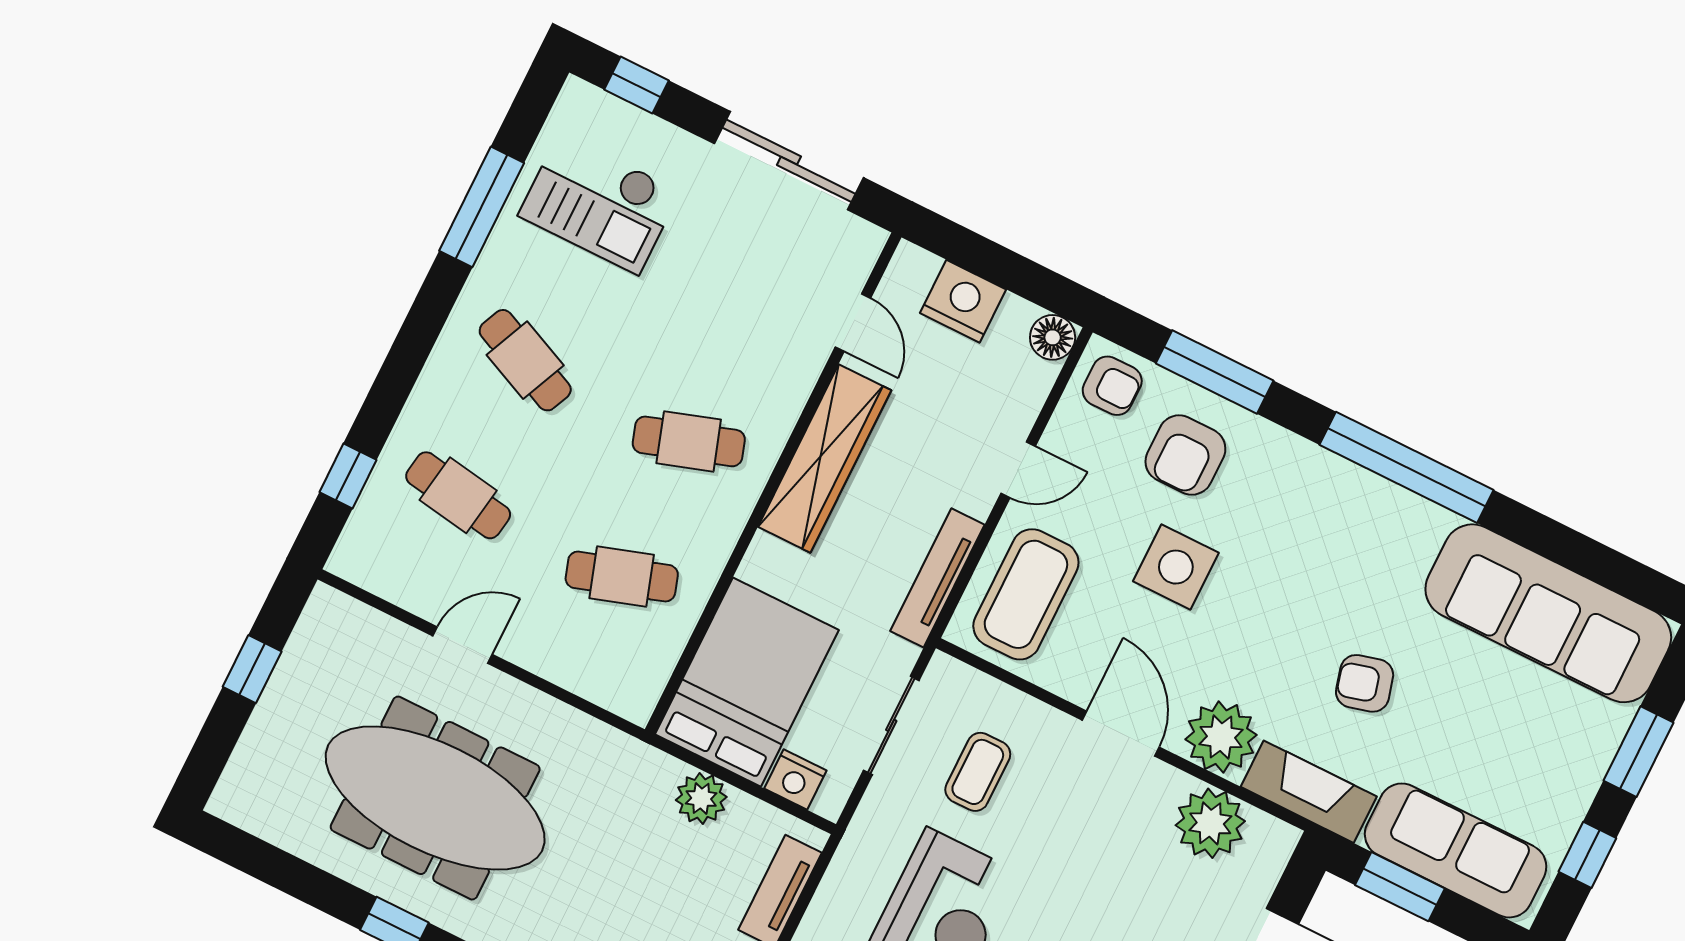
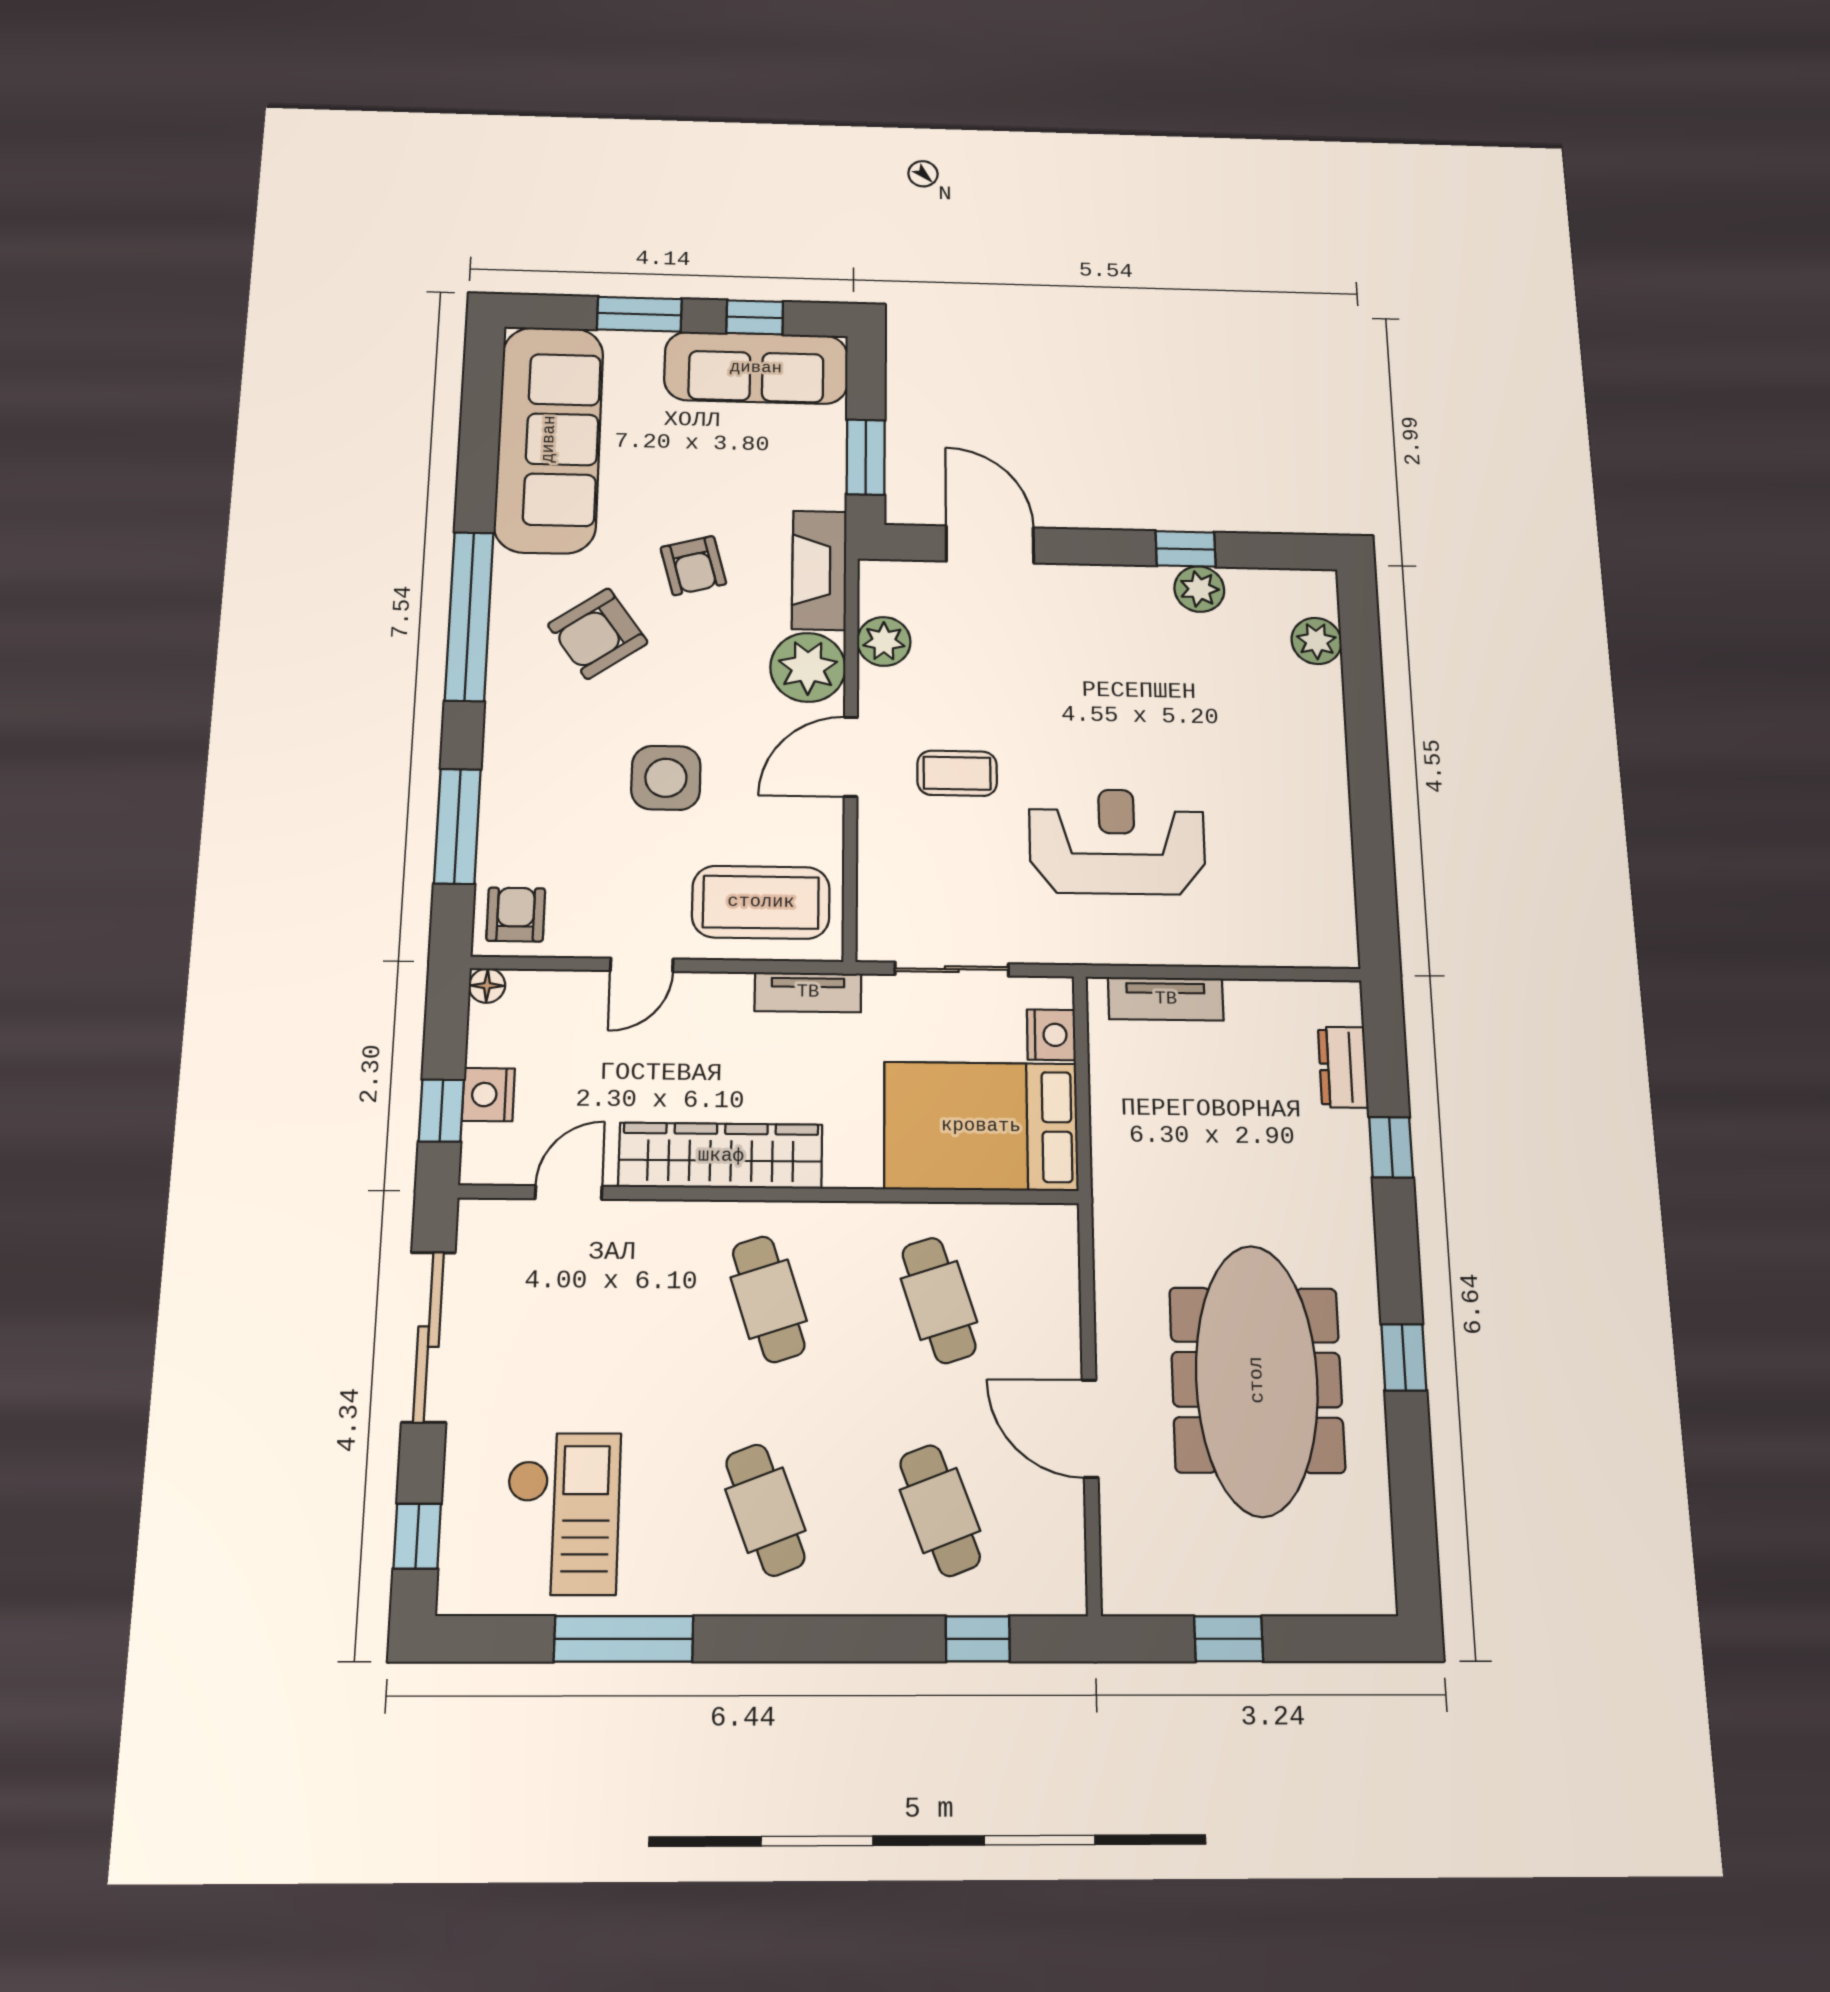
window: (971, 251) -> (441, 1111), added
nightstand: (963, 301) -> (488, 1095), width x0.74, depth x0.75
floor lamp: (1053, 337) -> (487, 986), width x0.73, depth x0.73
cafe table: (525, 360) -> (765, 1510), turned -45
armchair: (1185, 455) -> (598, 634), moved, turned 145
door: (1018, 470) -> (642, 965), swing flipped
cafe table: (458, 495) -> (940, 1510), turned -30
tv unit: (937, 578) -> (808, 992), width x0.71
door: (463, 645) -> (1090, 1429), width x1.37
coffee table: (978, 772) -> (957, 773), moved
plant: (701, 798) -> (1117, 1116), removed
plant: (1210, 823) -> (884, 641), width x0.73, depth x0.73
sofa: (1456, 850) -> (756, 368), moved, turned -90

